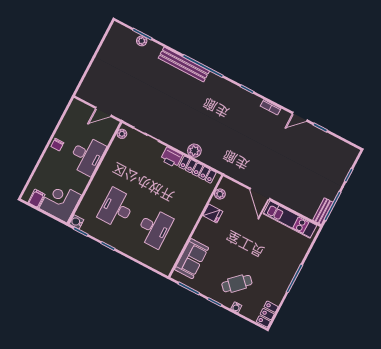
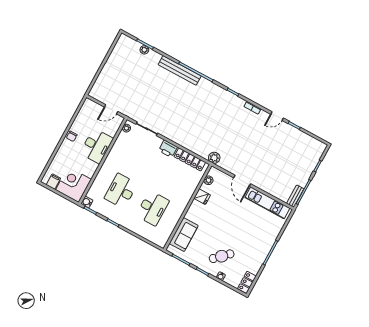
plant: (194, 151) -> (214, 158), moved

